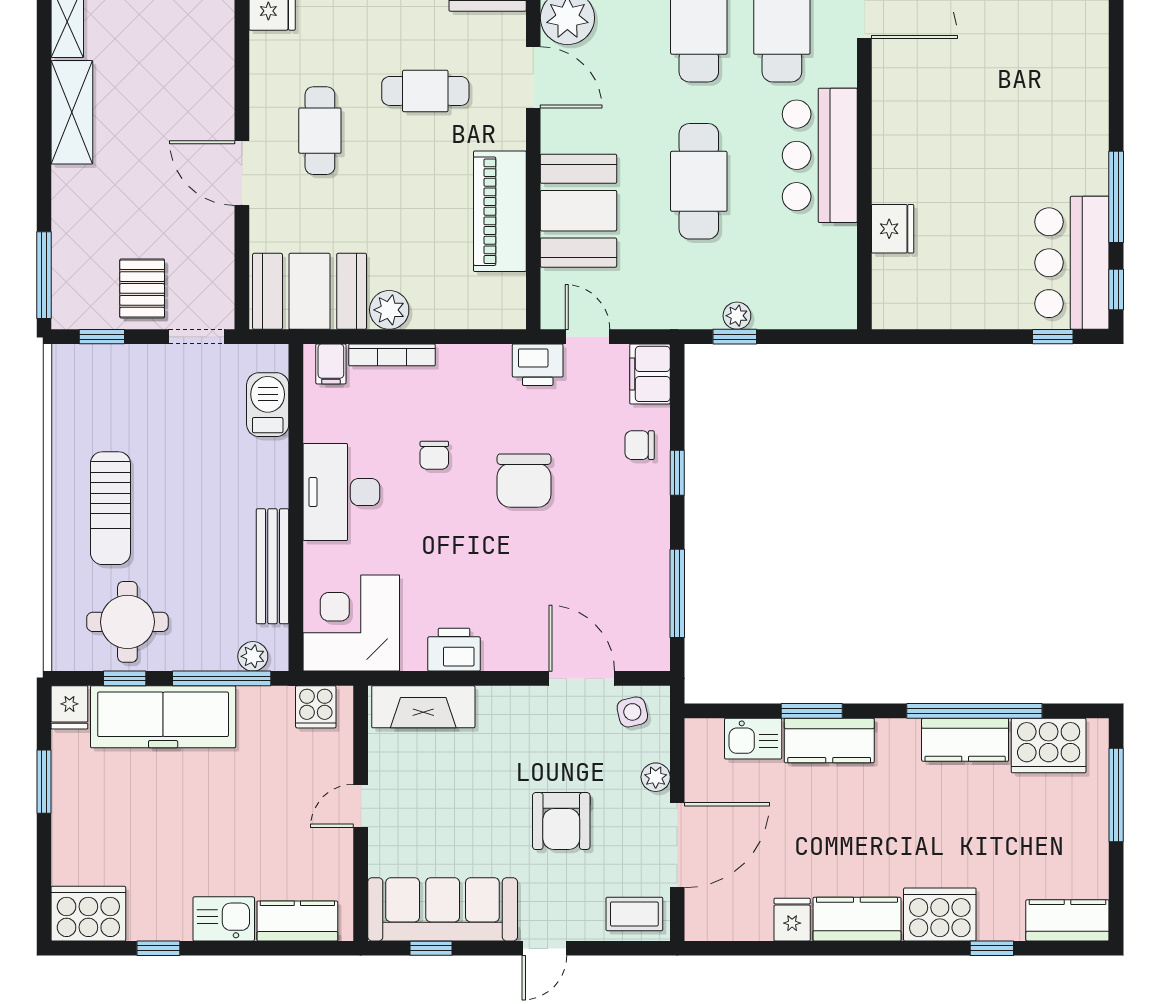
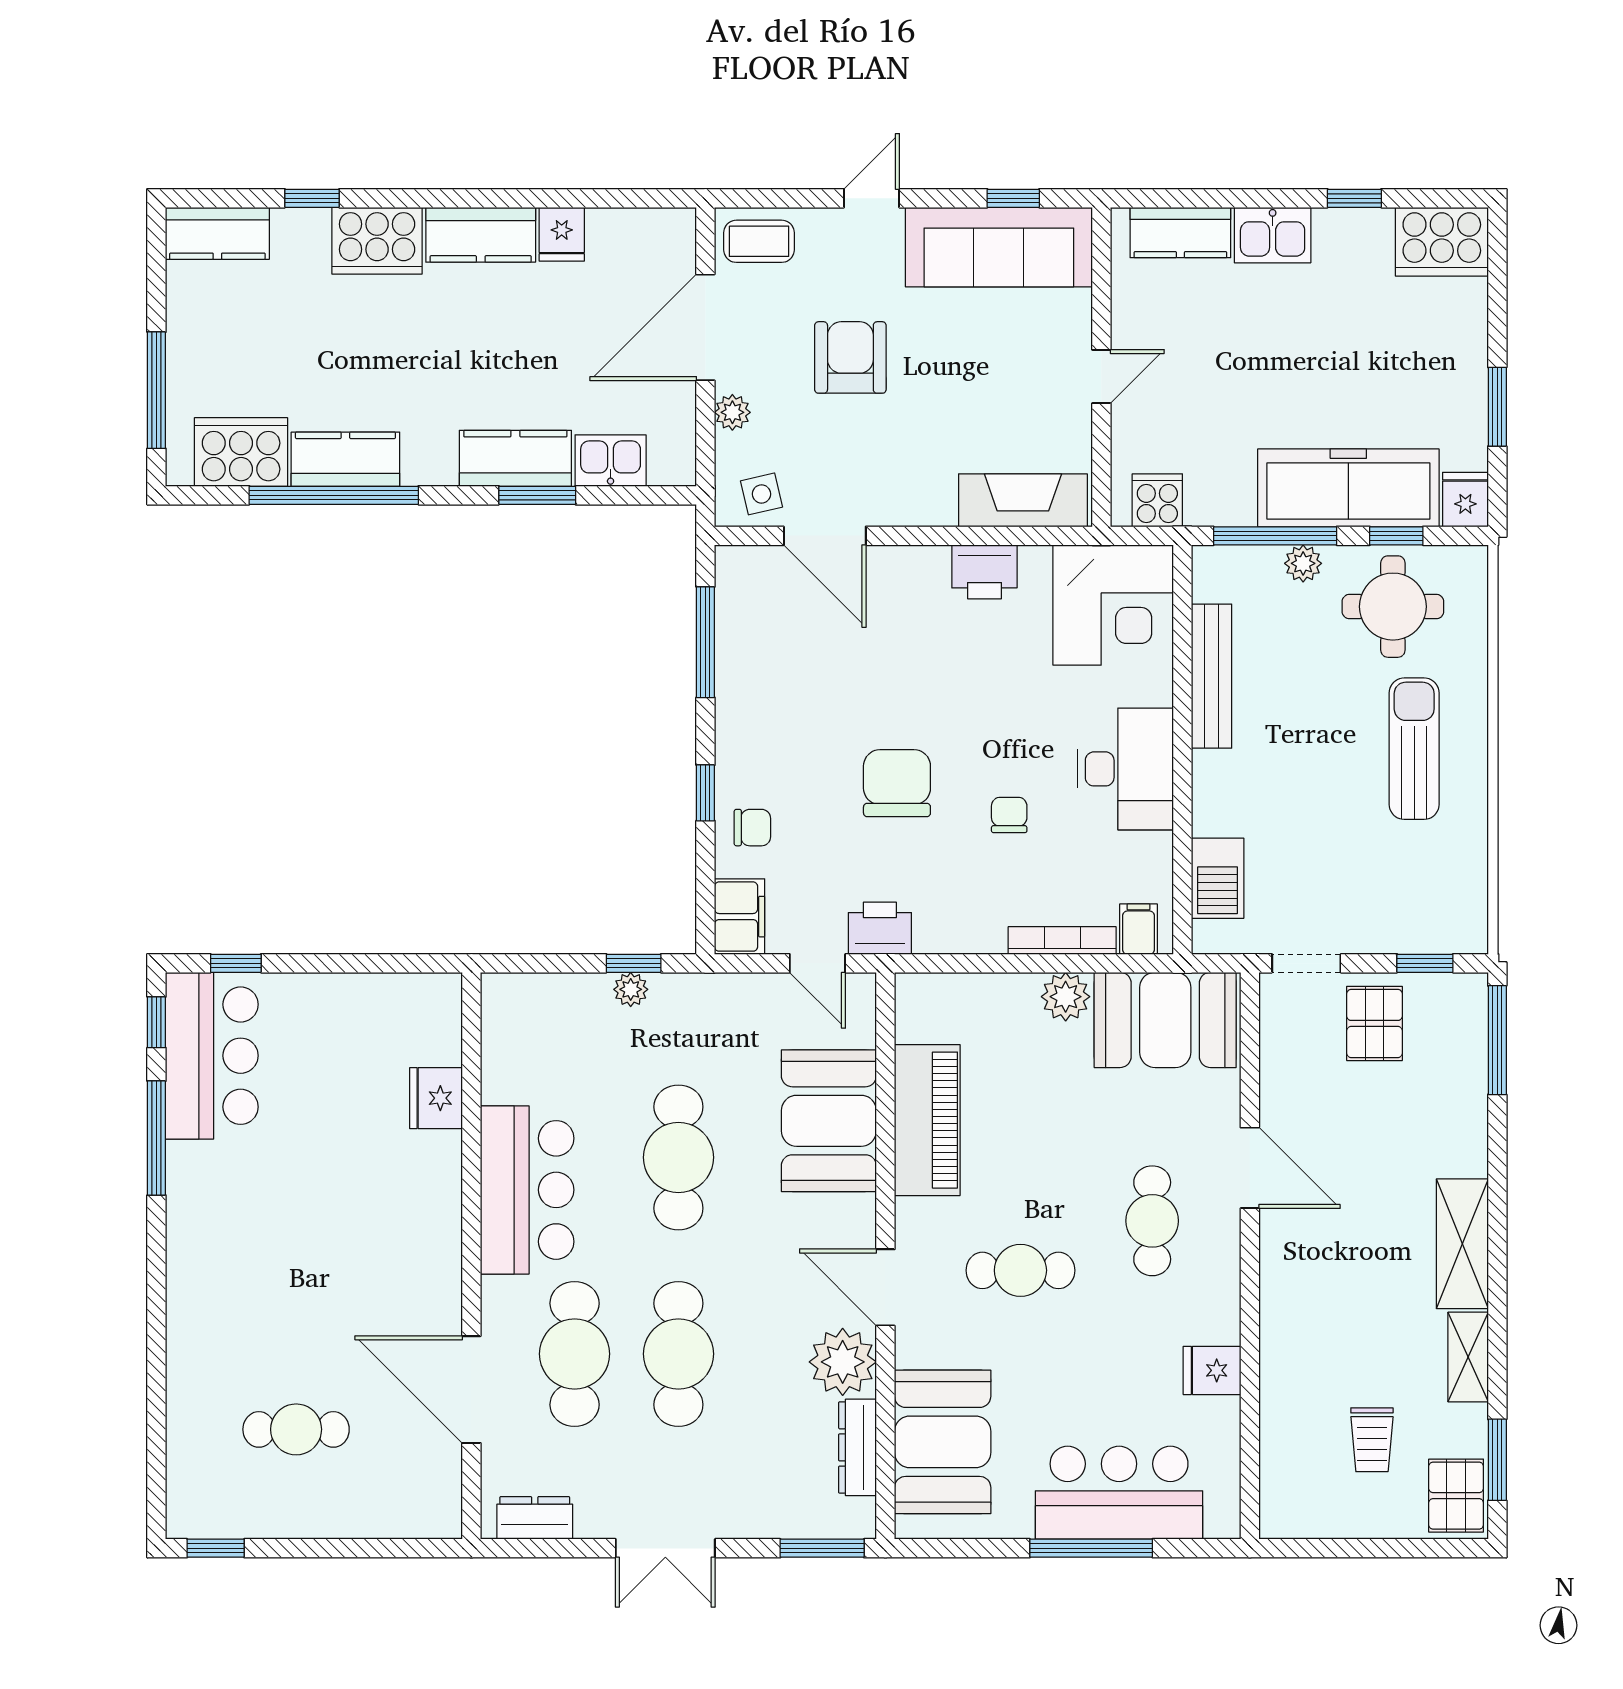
plant: (253, 656) -> (1303, 563), moved

